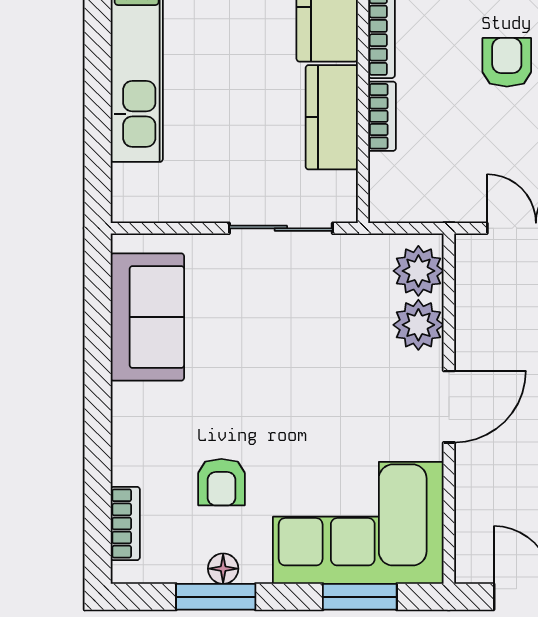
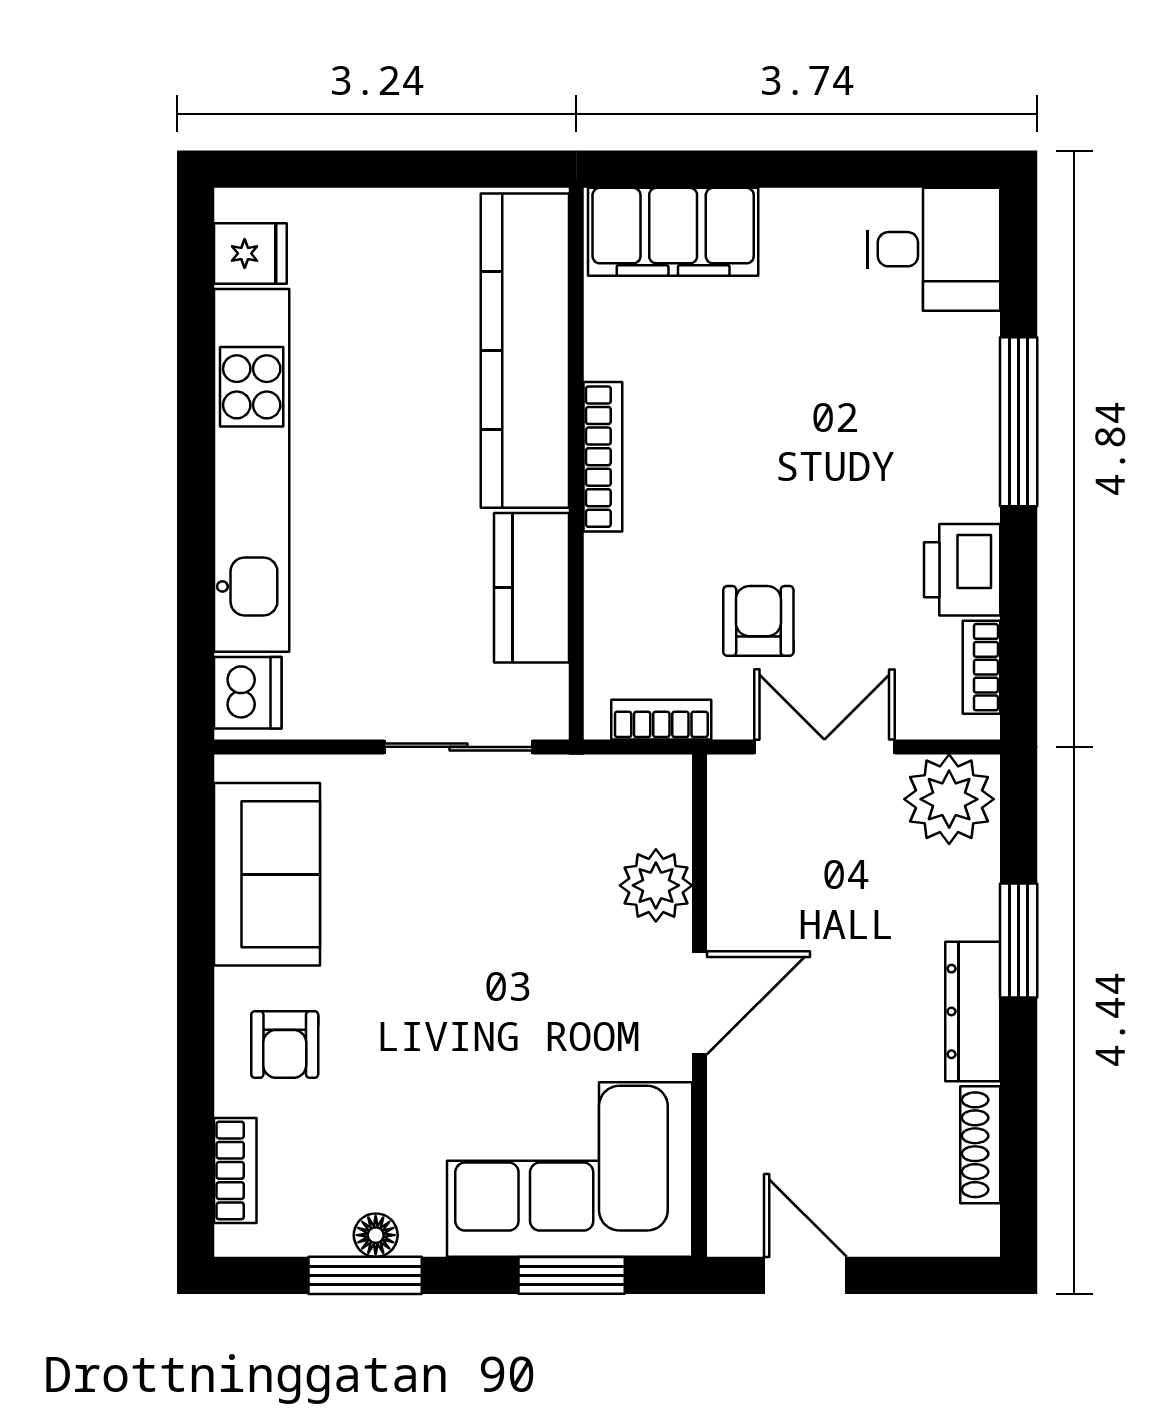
armchair: (507, 62) -> (758, 621), moved
bookcase: (382, 116) -> (661, 720), moved, turned -90
dishwasher: (134, 190) -> (248, 693), added
plant: (418, 271) -> (656, 808), removed
armchair: (221, 482) -> (285, 1045), moved

